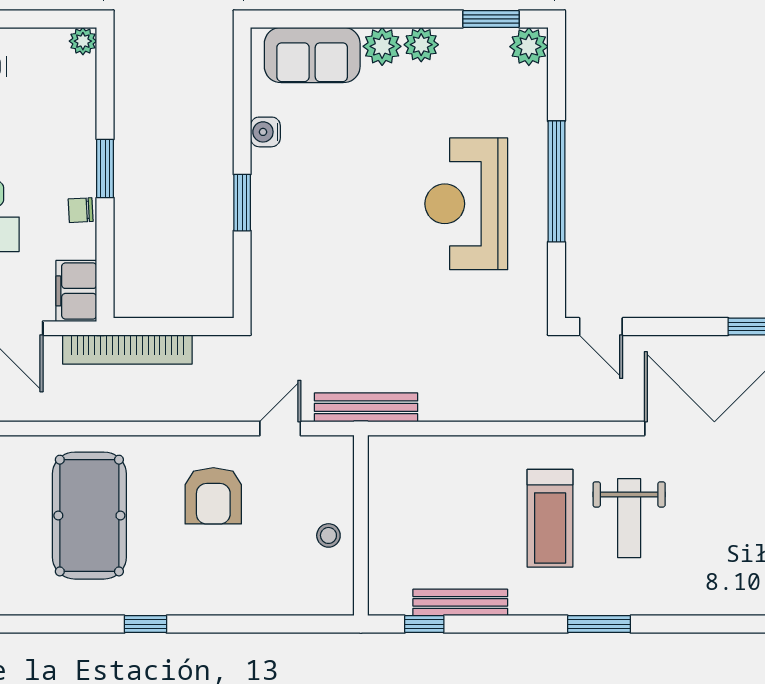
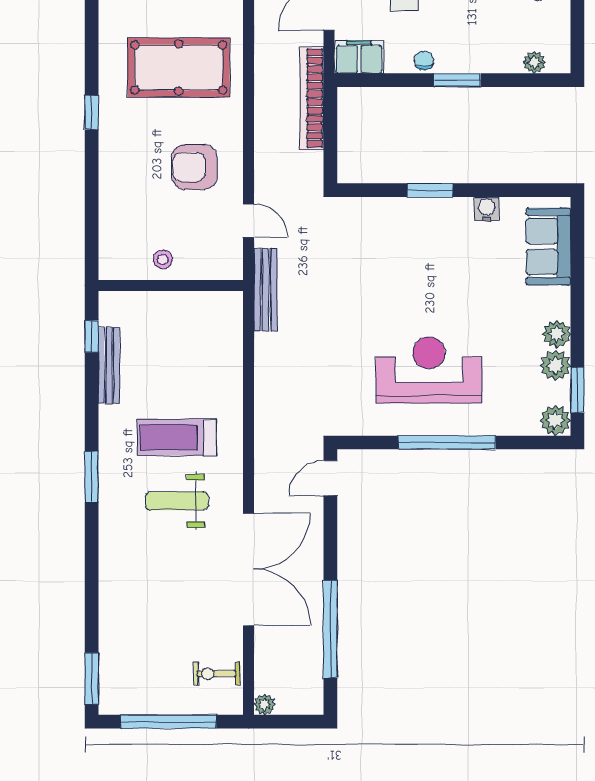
plant: (83, 41) -> (534, 62), moved
plant: (382, 46) -> (555, 365), moved

